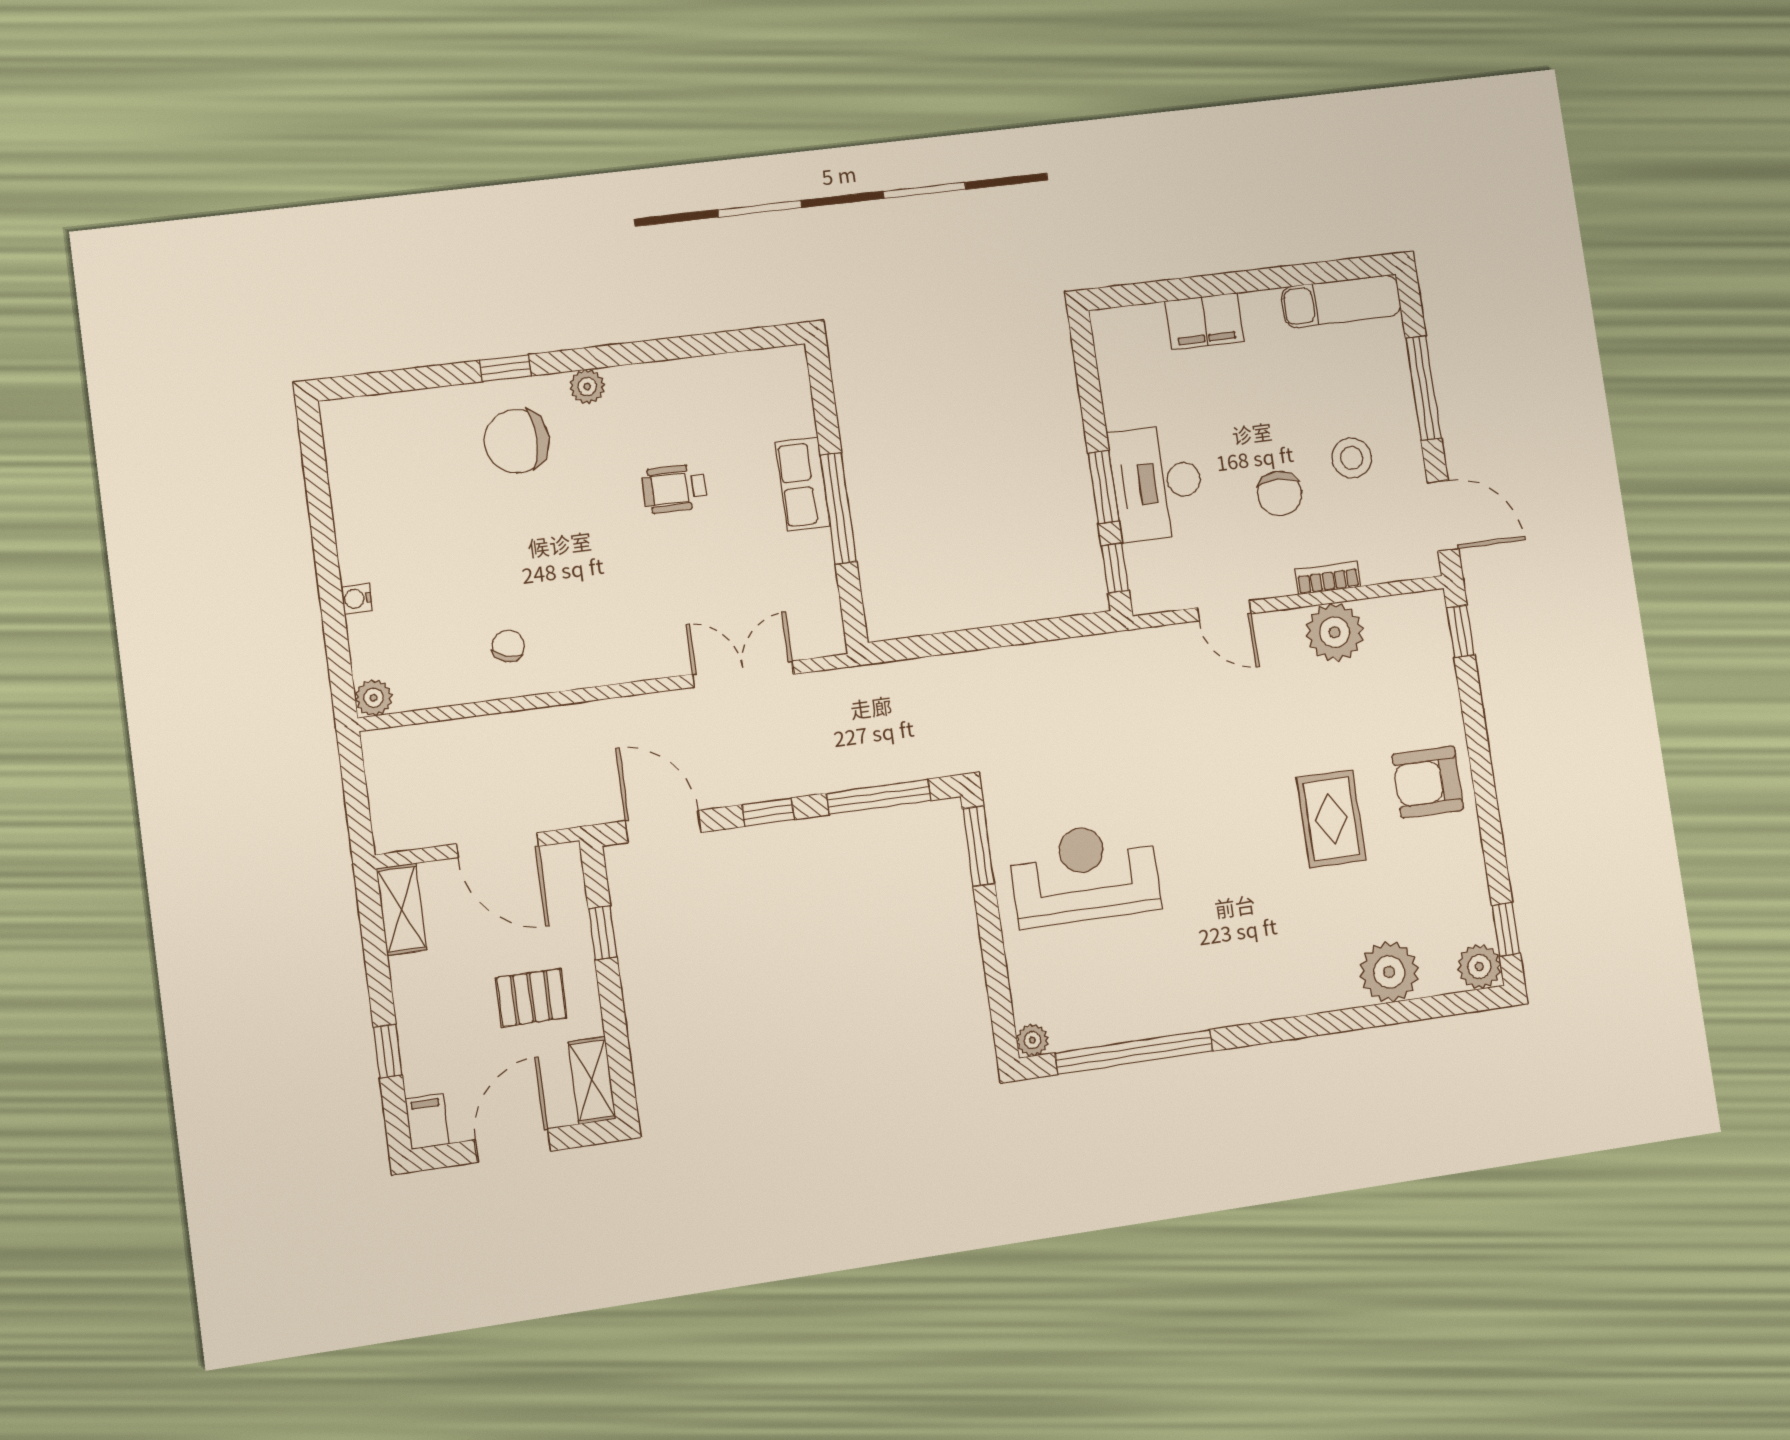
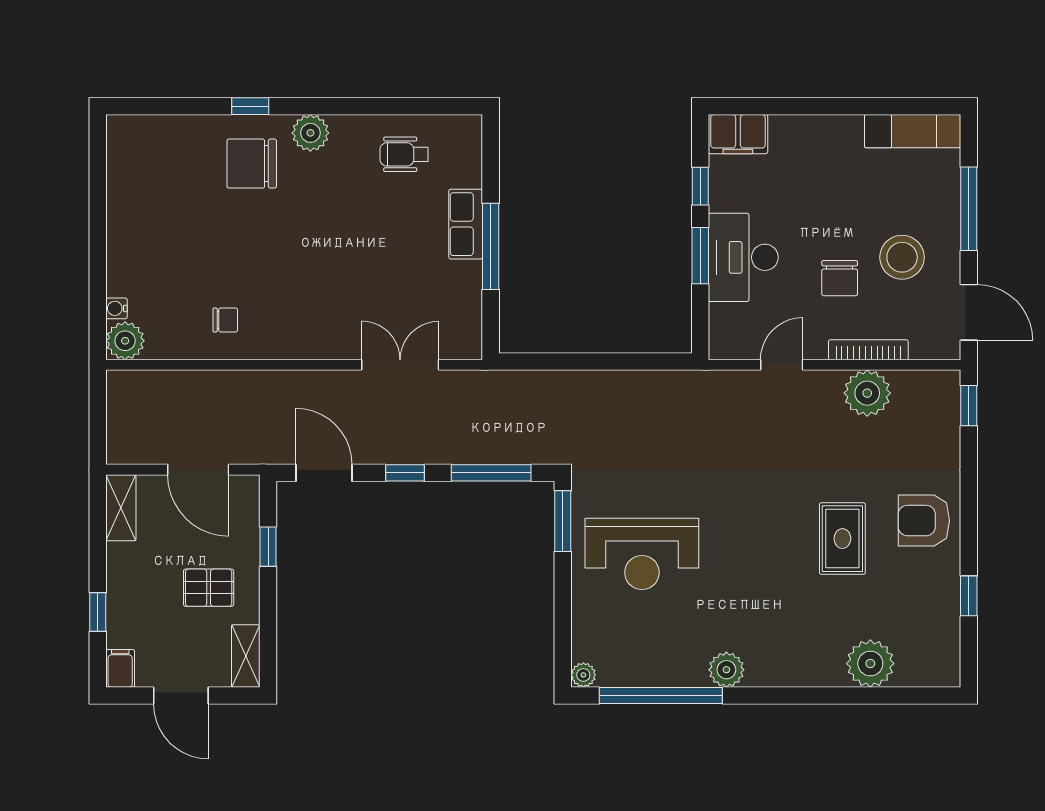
filing cabinet: (1204, 321) -> (738, 134), moved
plant: (587, 386) -> (310, 133), width x1.38, depth x1.38
stool: (1352, 458) -> (902, 257), width x1.38, depth x1.38
wheelchair: (674, 488) -> (404, 154), moved
window: (1115, 568) -> (700, 186), moved
bookcase: (1328, 578) -> (868, 350), width x1.56
water cooler: (357, 599) -> (116, 308), moved
door: (1224, 611) -> (782, 365), swing flipped
chair: (508, 646) -> (225, 320), turned 72
plant: (374, 698) -> (125, 341), width x1.38, depth x1.38
reception desk: (1085, 874) -> (642, 554), turned 180
window: (1506, 929) -> (969, 596), moved
plant: (1479, 967) -> (726, 670), moved
door: (513, 1145) -> (181, 696), swing flipped

